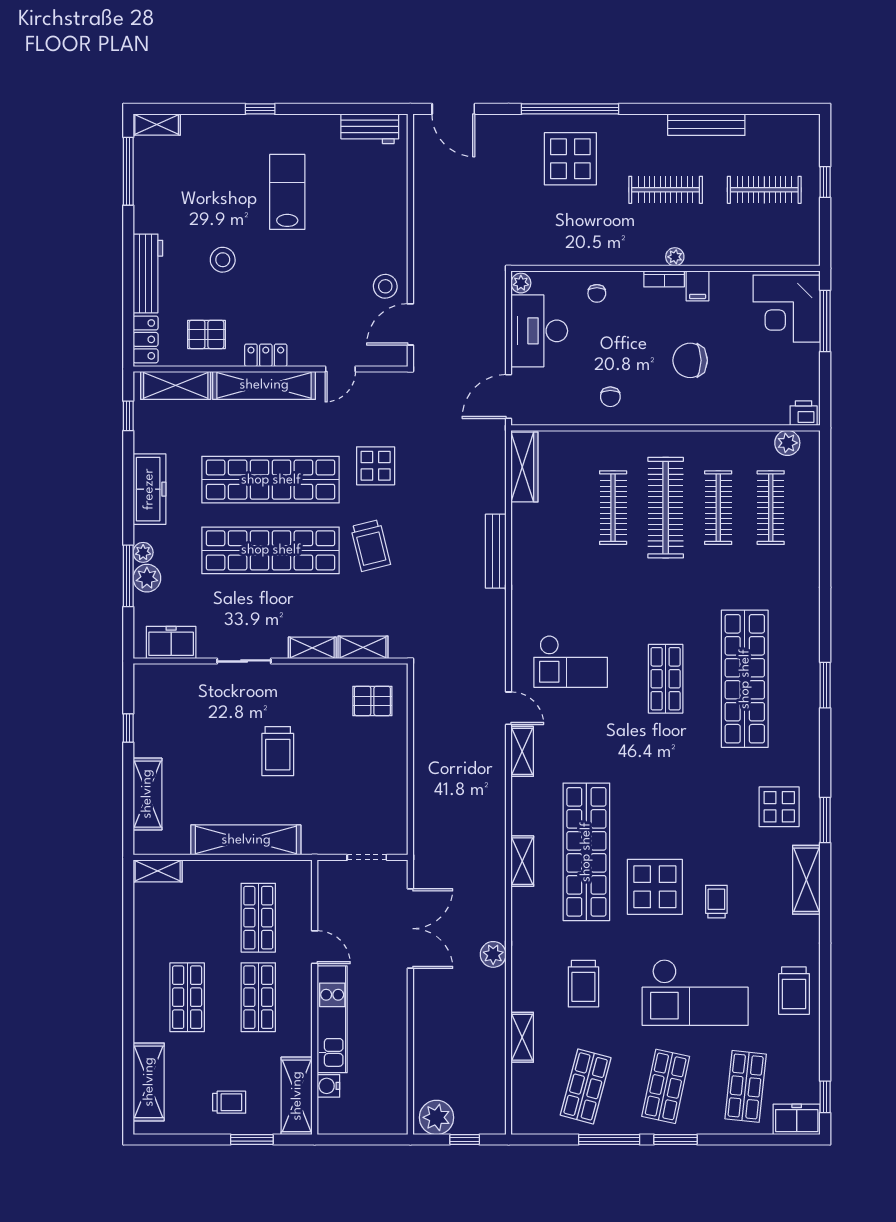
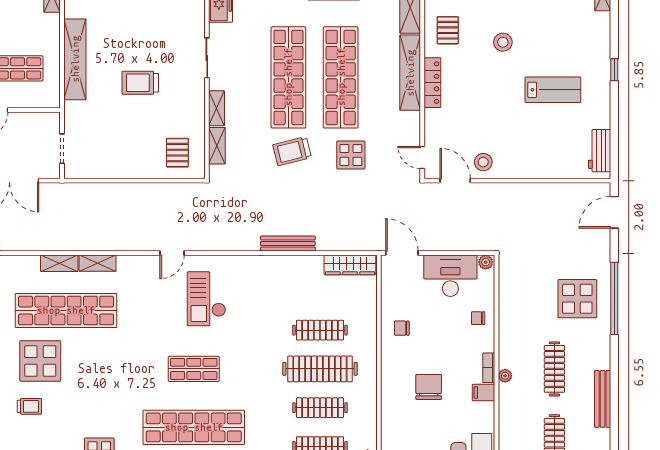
locker: (266, 355) -> (432, 83), width x1.53
door: (340, 369) -> (422, 158), moved
shelving: (522, 751) -> (98, 263), moved

